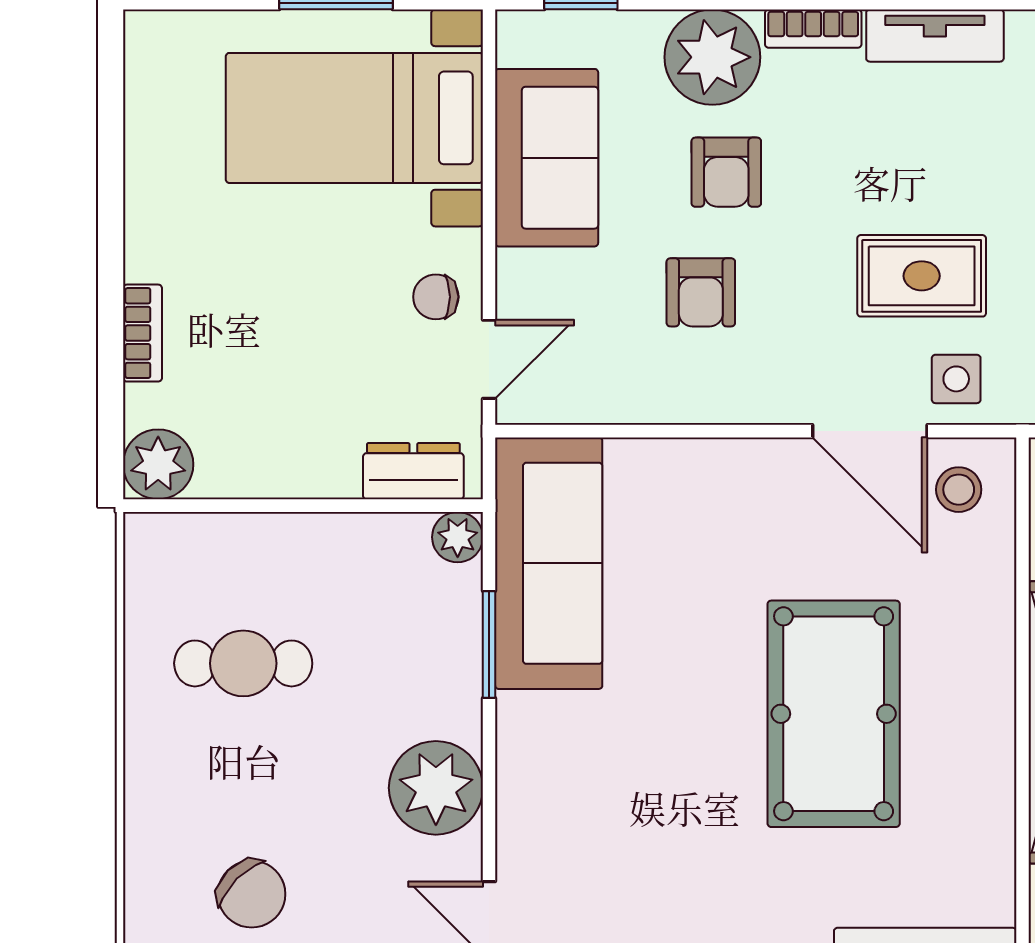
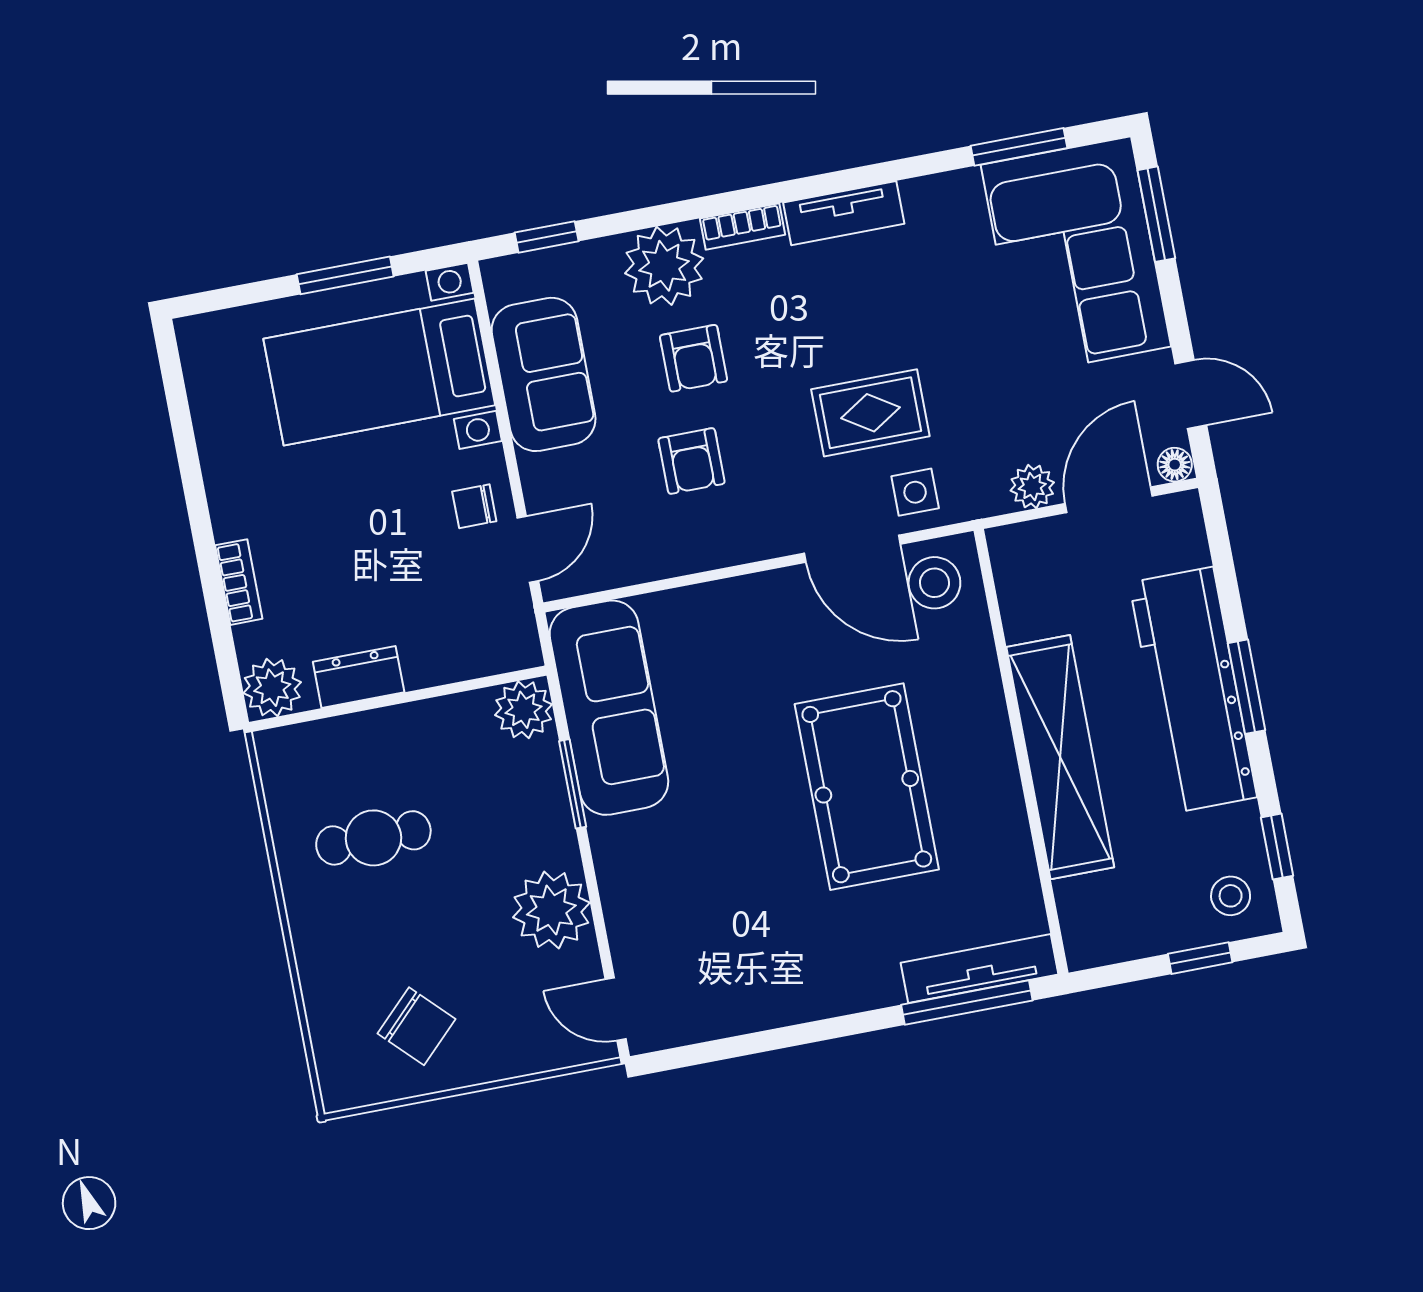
dresser: (413, 471) -> (359, 677), moved
stool: (959, 490) -> (934, 583), width x1.37, depth x1.37
plant: (458, 537) -> (524, 710), width x1.38, depth x1.38

